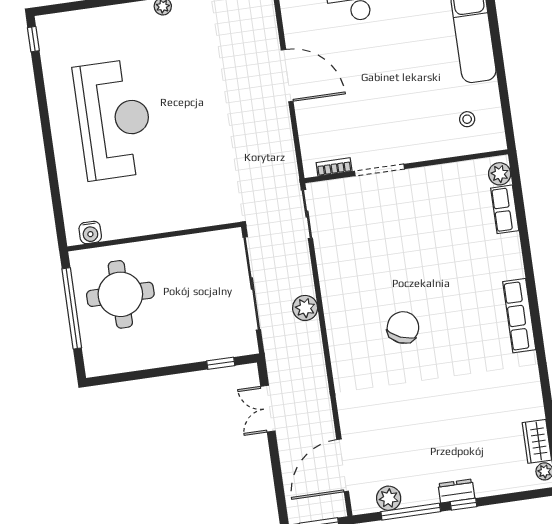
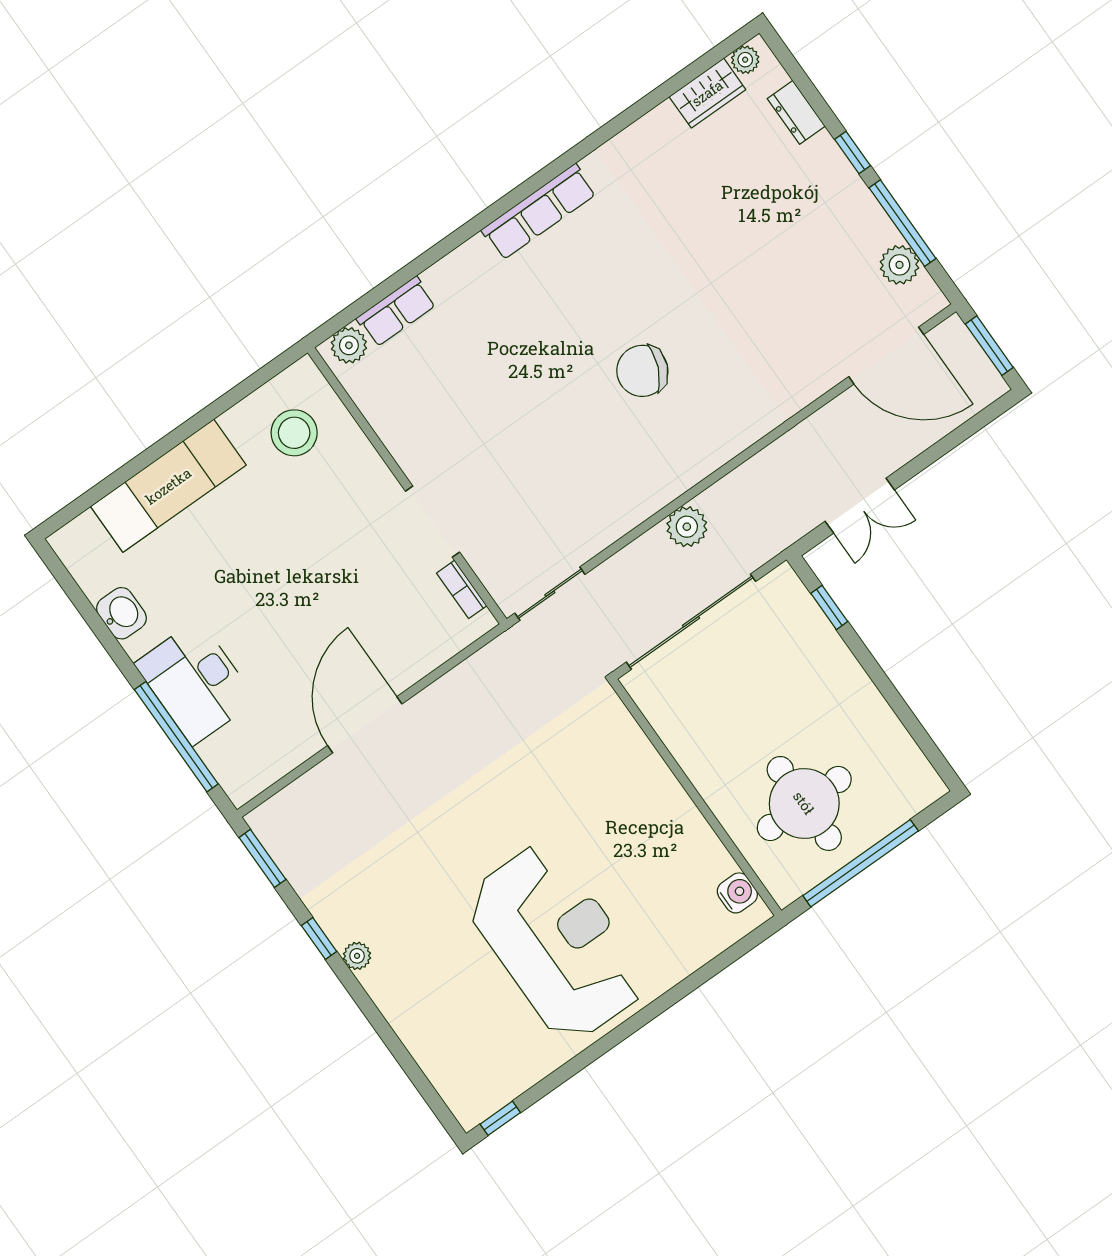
stool: (467, 119) -> (294, 433), width x1.89, depth x1.89
reception desk: (114, 120) -> (557, 942), turned 90
dresser: (456, 491) -> (796, 112), moved

